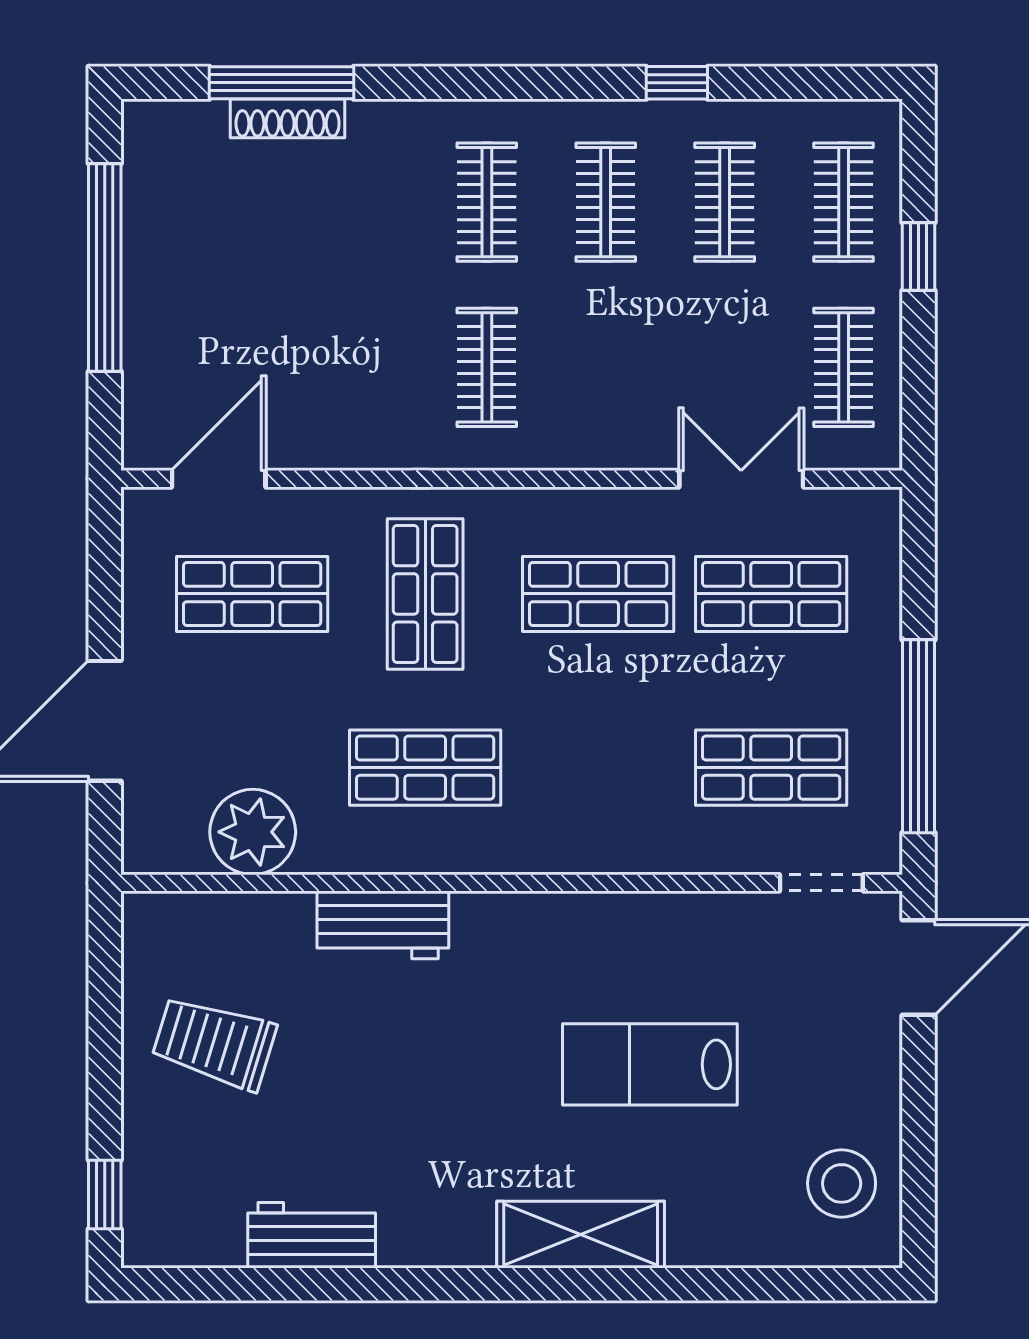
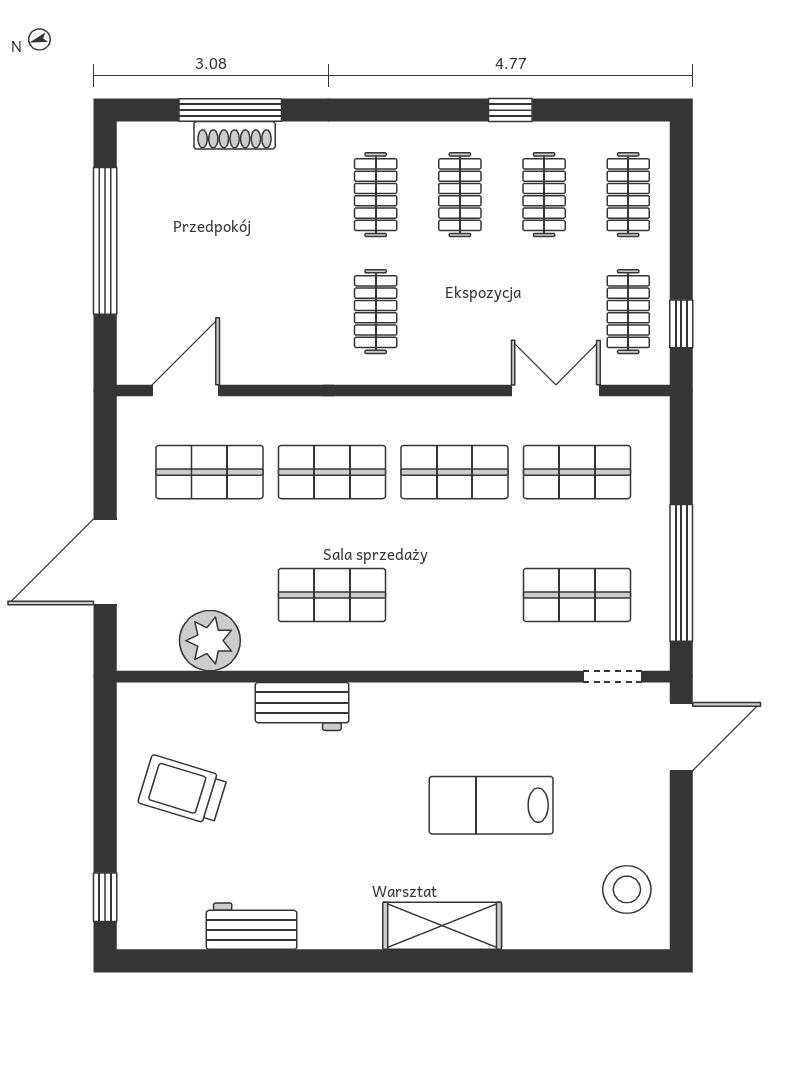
window: (918, 256) -> (681, 324), moved
shop shelf: (425, 594) -> (332, 472), turned 90

